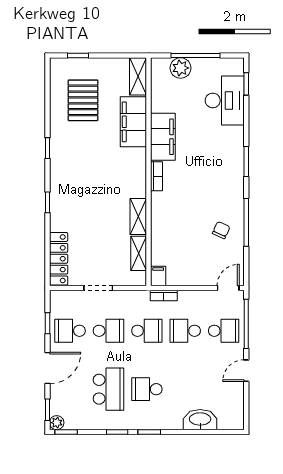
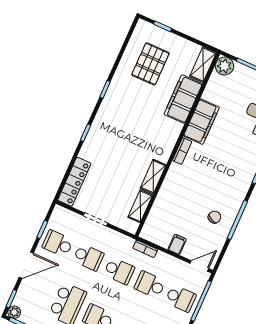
plant: (180, 68) -> (224, 66), moved
filing cabinet: (158, 276) -> (177, 244), moved

